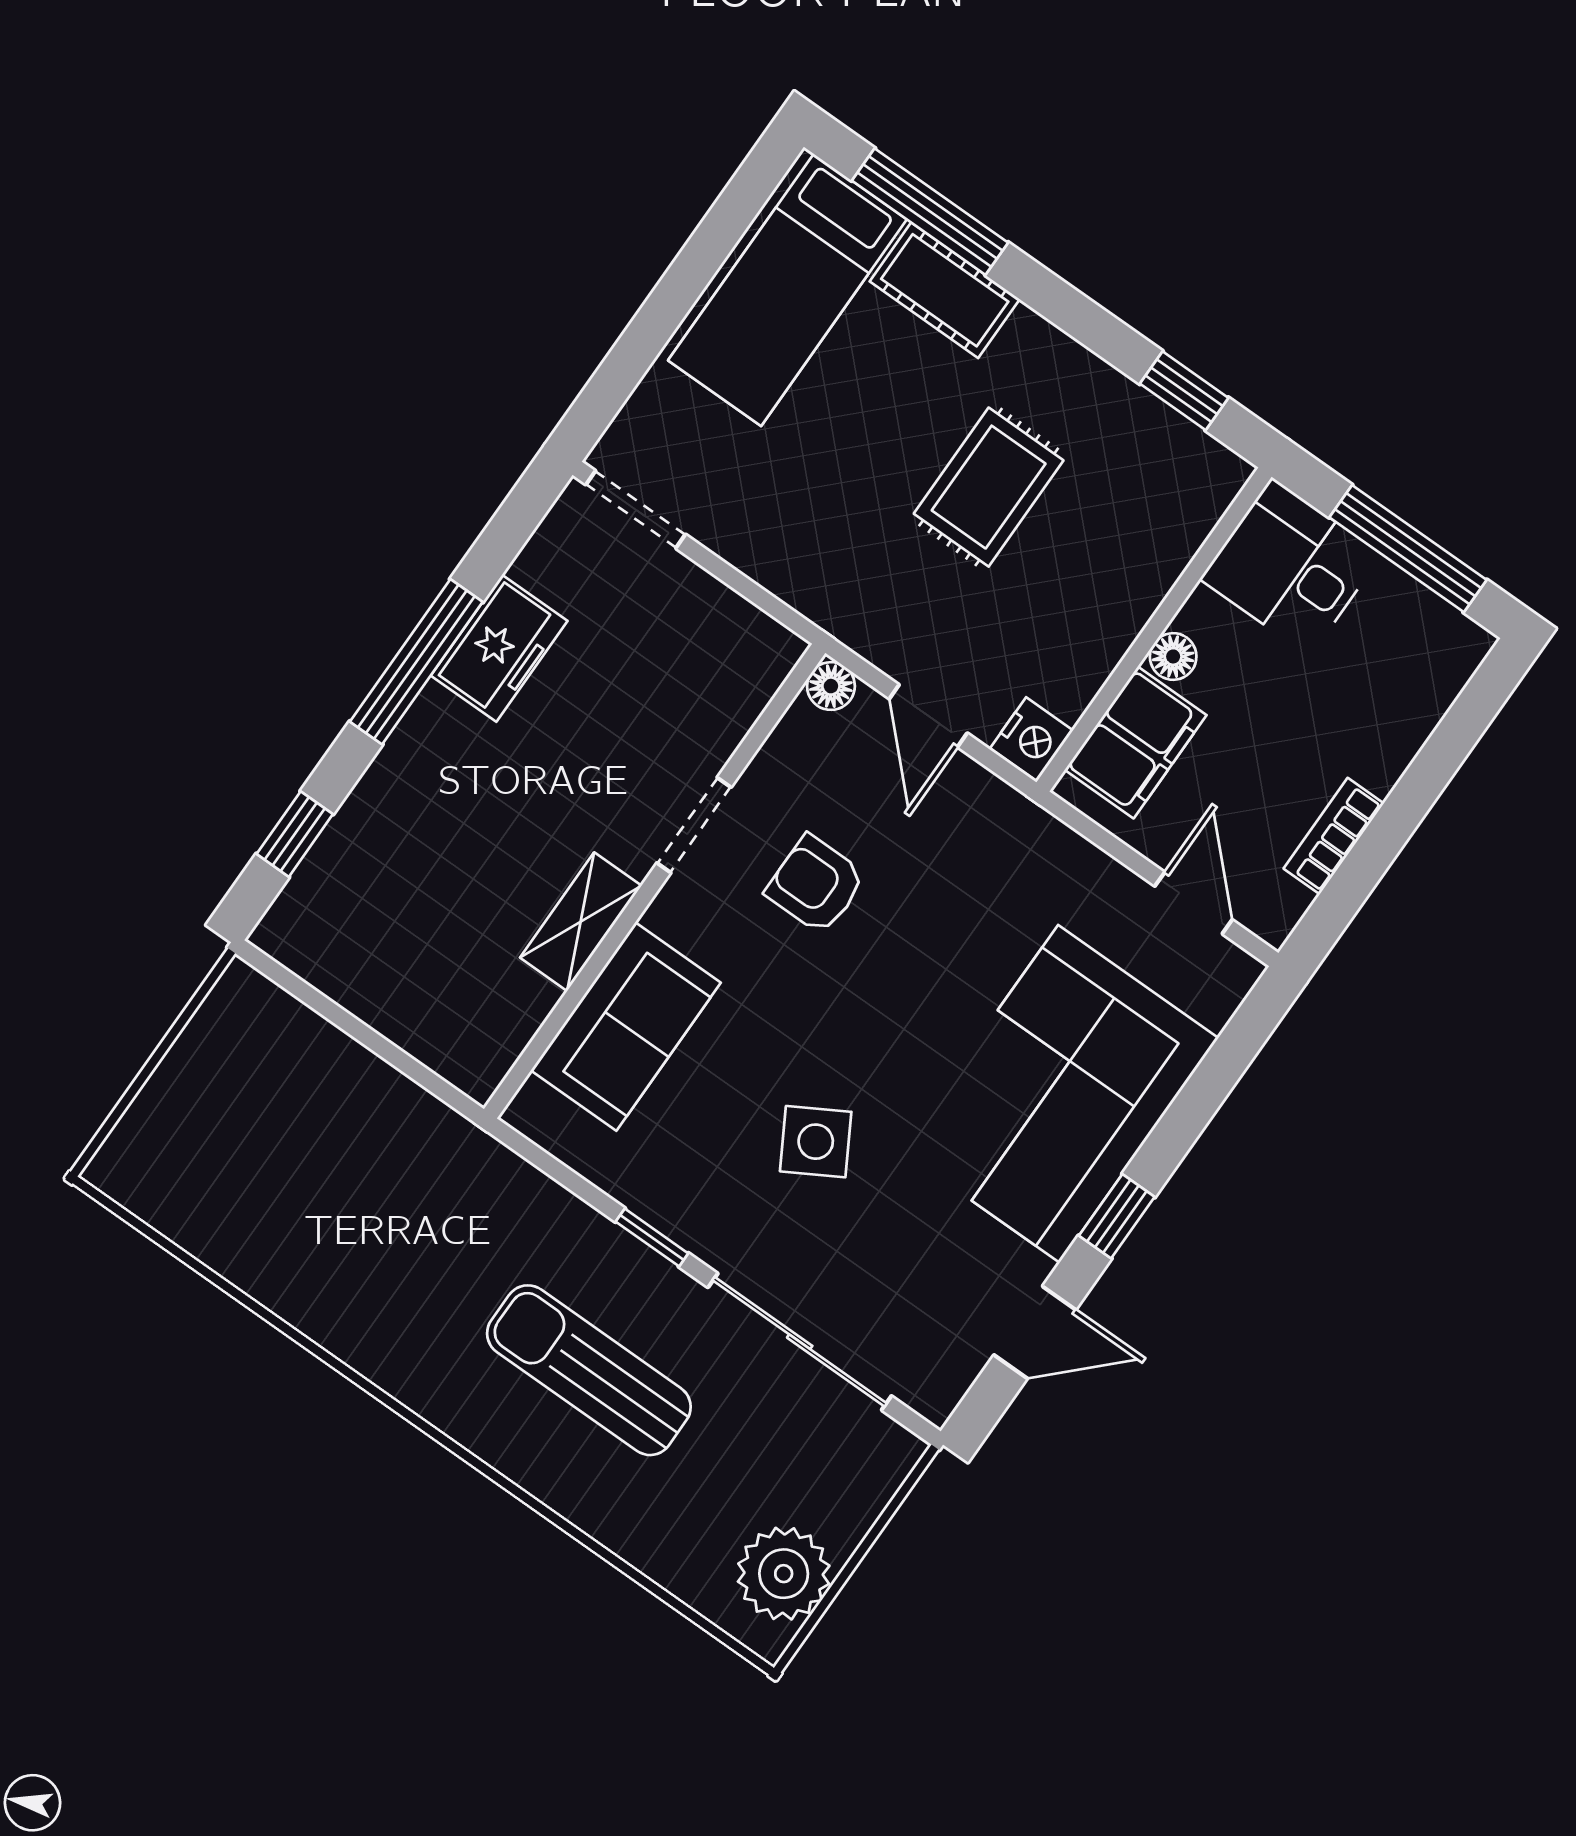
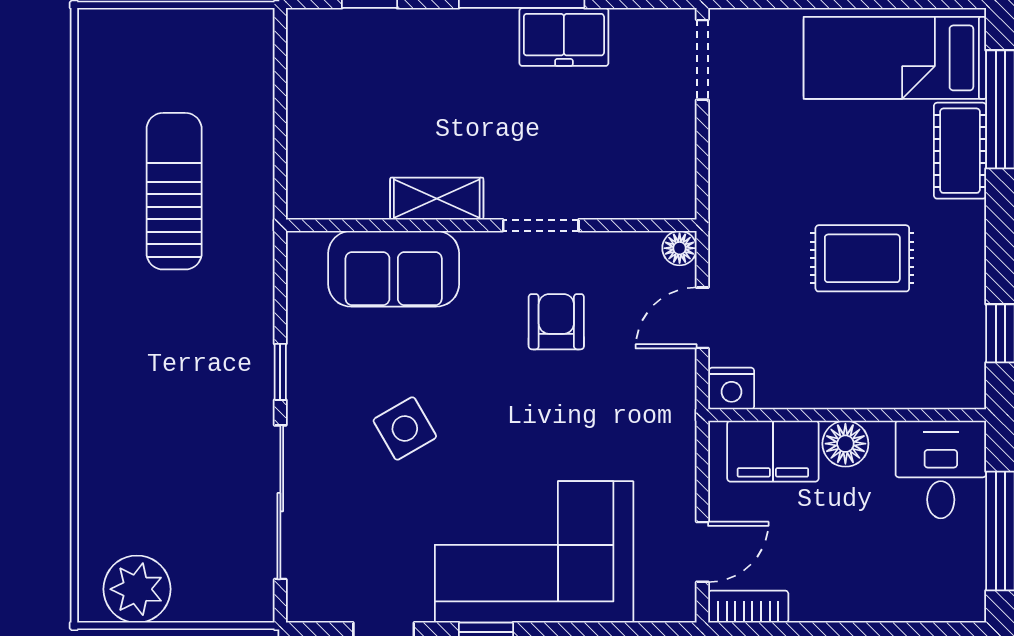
floor lamp: (1173, 656) -> (845, 444), width x1.37, depth x1.37
bookcase: (1334, 836) -> (748, 607), moved
sun lounger: (589, 1370) -> (174, 191), moved

